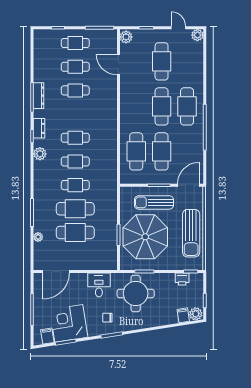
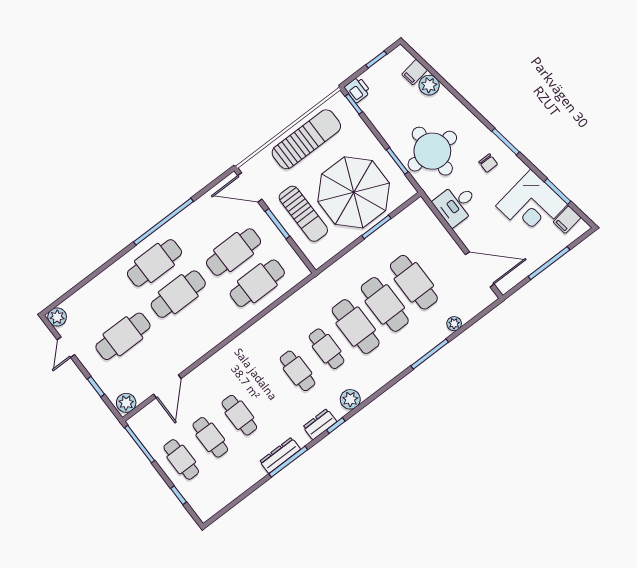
cafe table: (75, 185) -> (356, 327), width x1.37, depth x1.35
printer: (182, 279) -> (357, 90), moved
plant: (196, 314) -> (429, 85), moved

